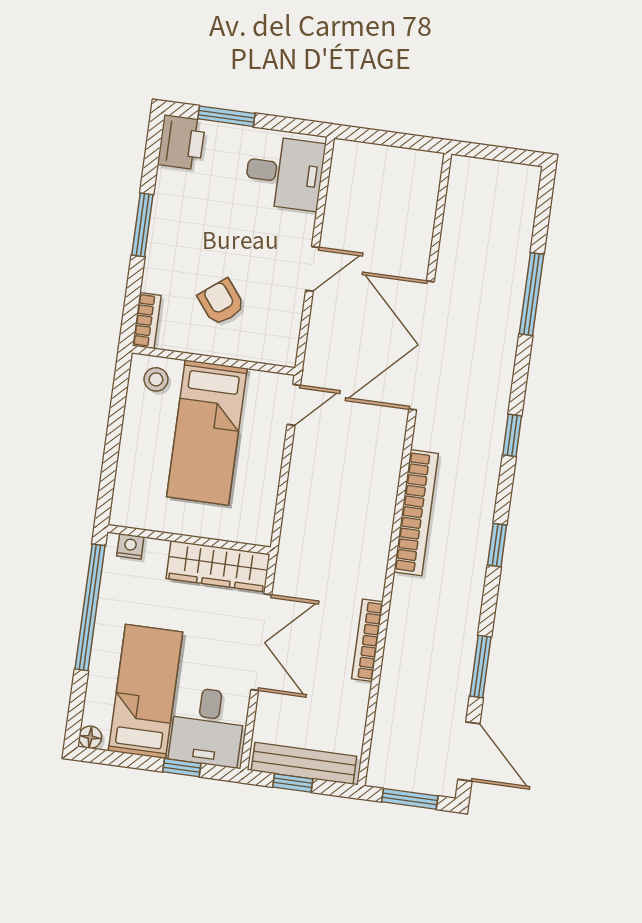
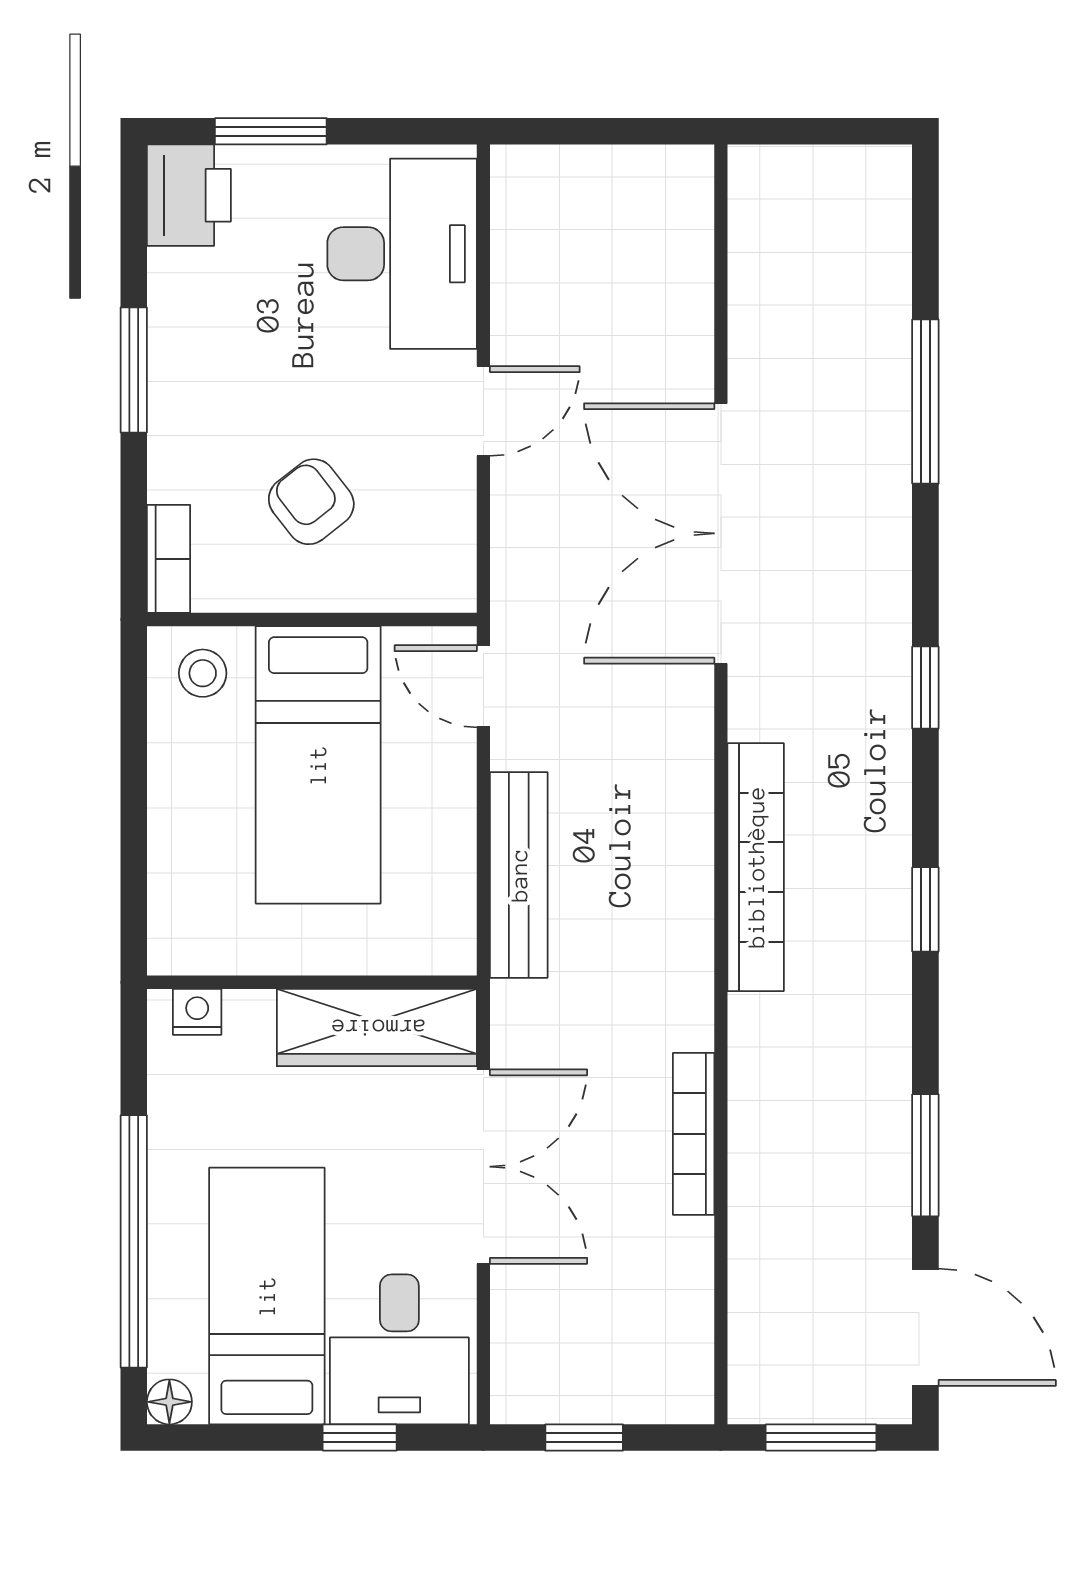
desk: (285, 173) -> (402, 254), width x1.37
door: (294, 405) -> (483, 686), swing flipped
window: (90, 607) -> (134, 1241), moved
bench: (304, 763) -> (519, 875), moved, turned 90

